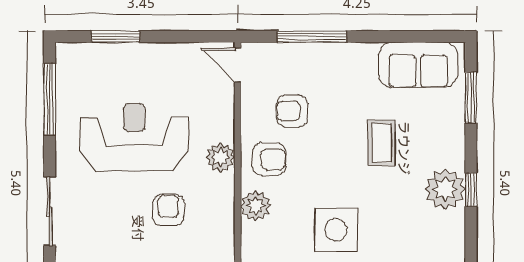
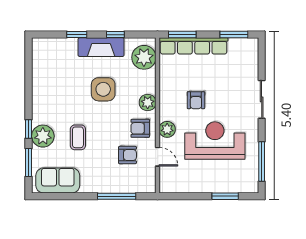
door: (238, 65) -> (158, 157), moved
reception desk: (134, 137) -> (215, 140), turned 180
plant: (445, 189) -> (43, 136), moved
window: (471, 190) -> (29, 129), moved

